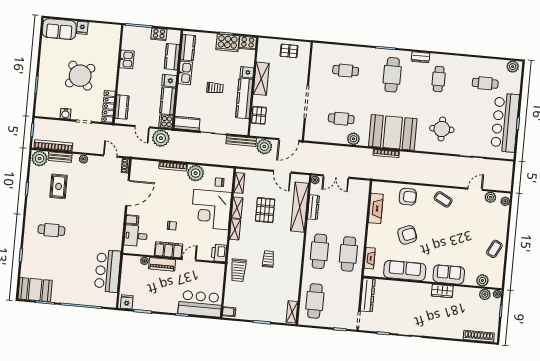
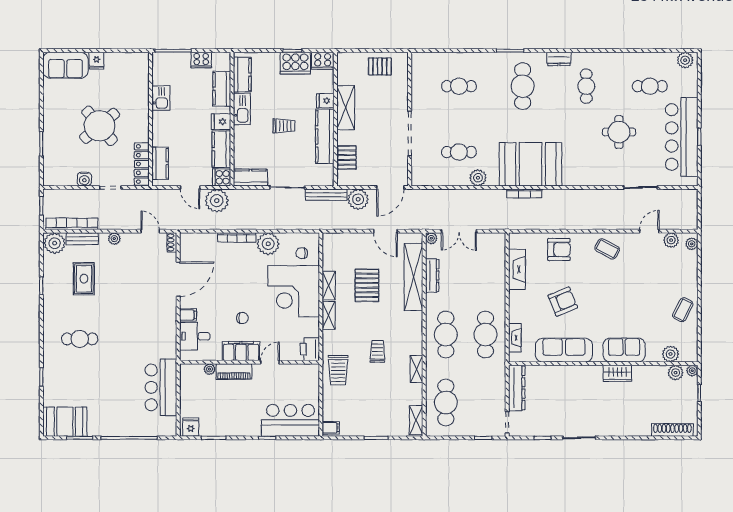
round table: (442, 129) -> (619, 132), moved
shelving: (239, 183) -> (416, 369), moved

